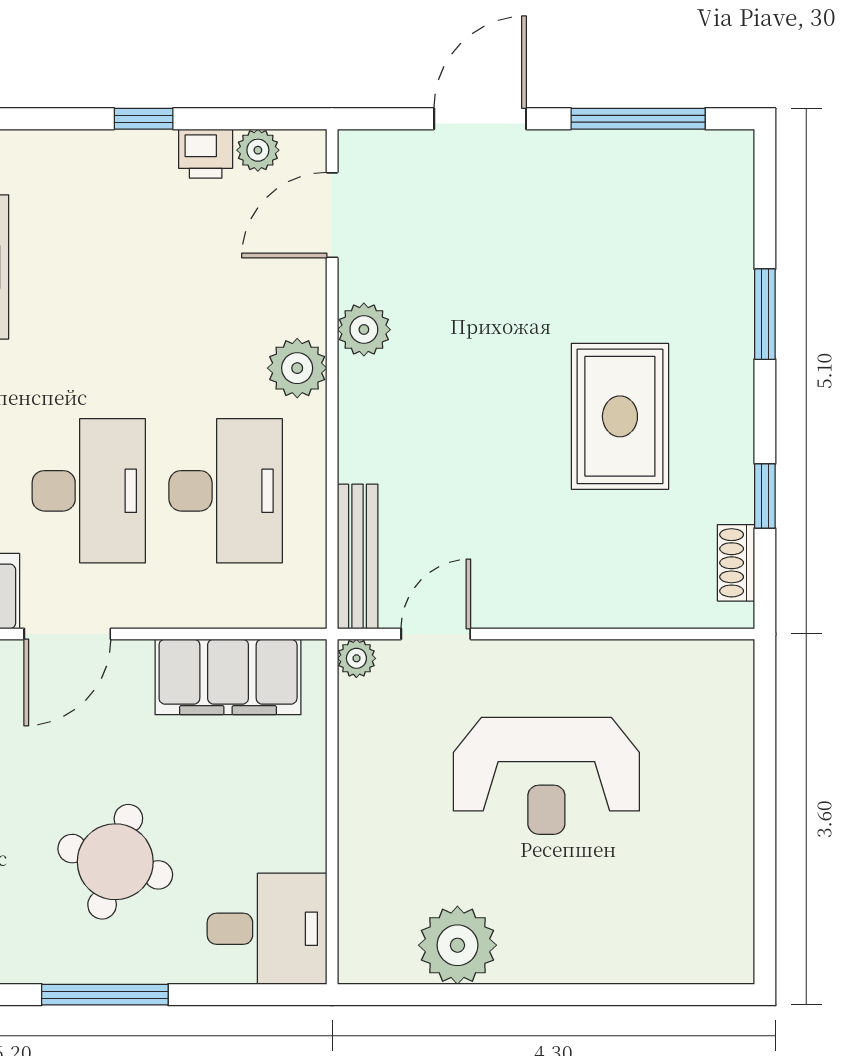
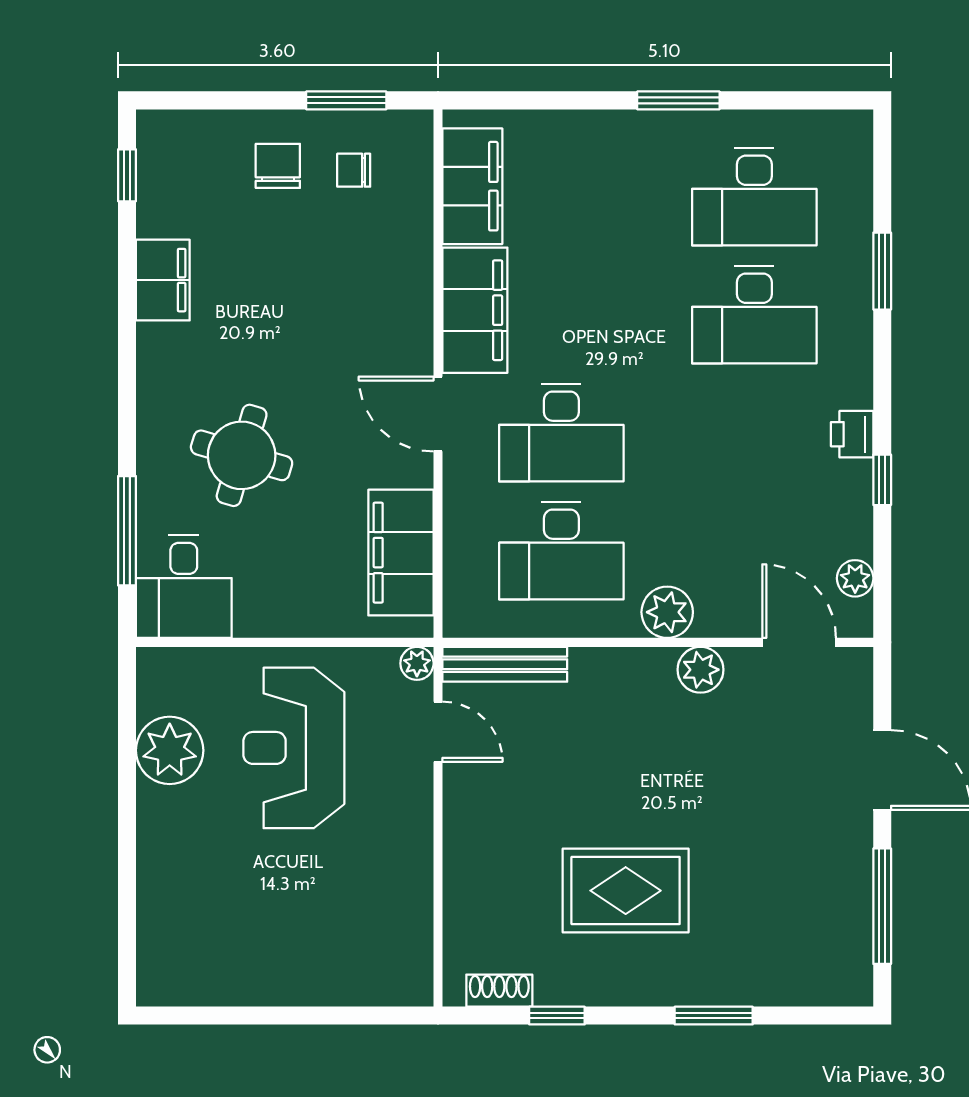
printer: (206, 154) -> (852, 434), moved
reception desk: (546, 776) -> (294, 748), moved
window: (105, 995) -> (127, 531), moved

